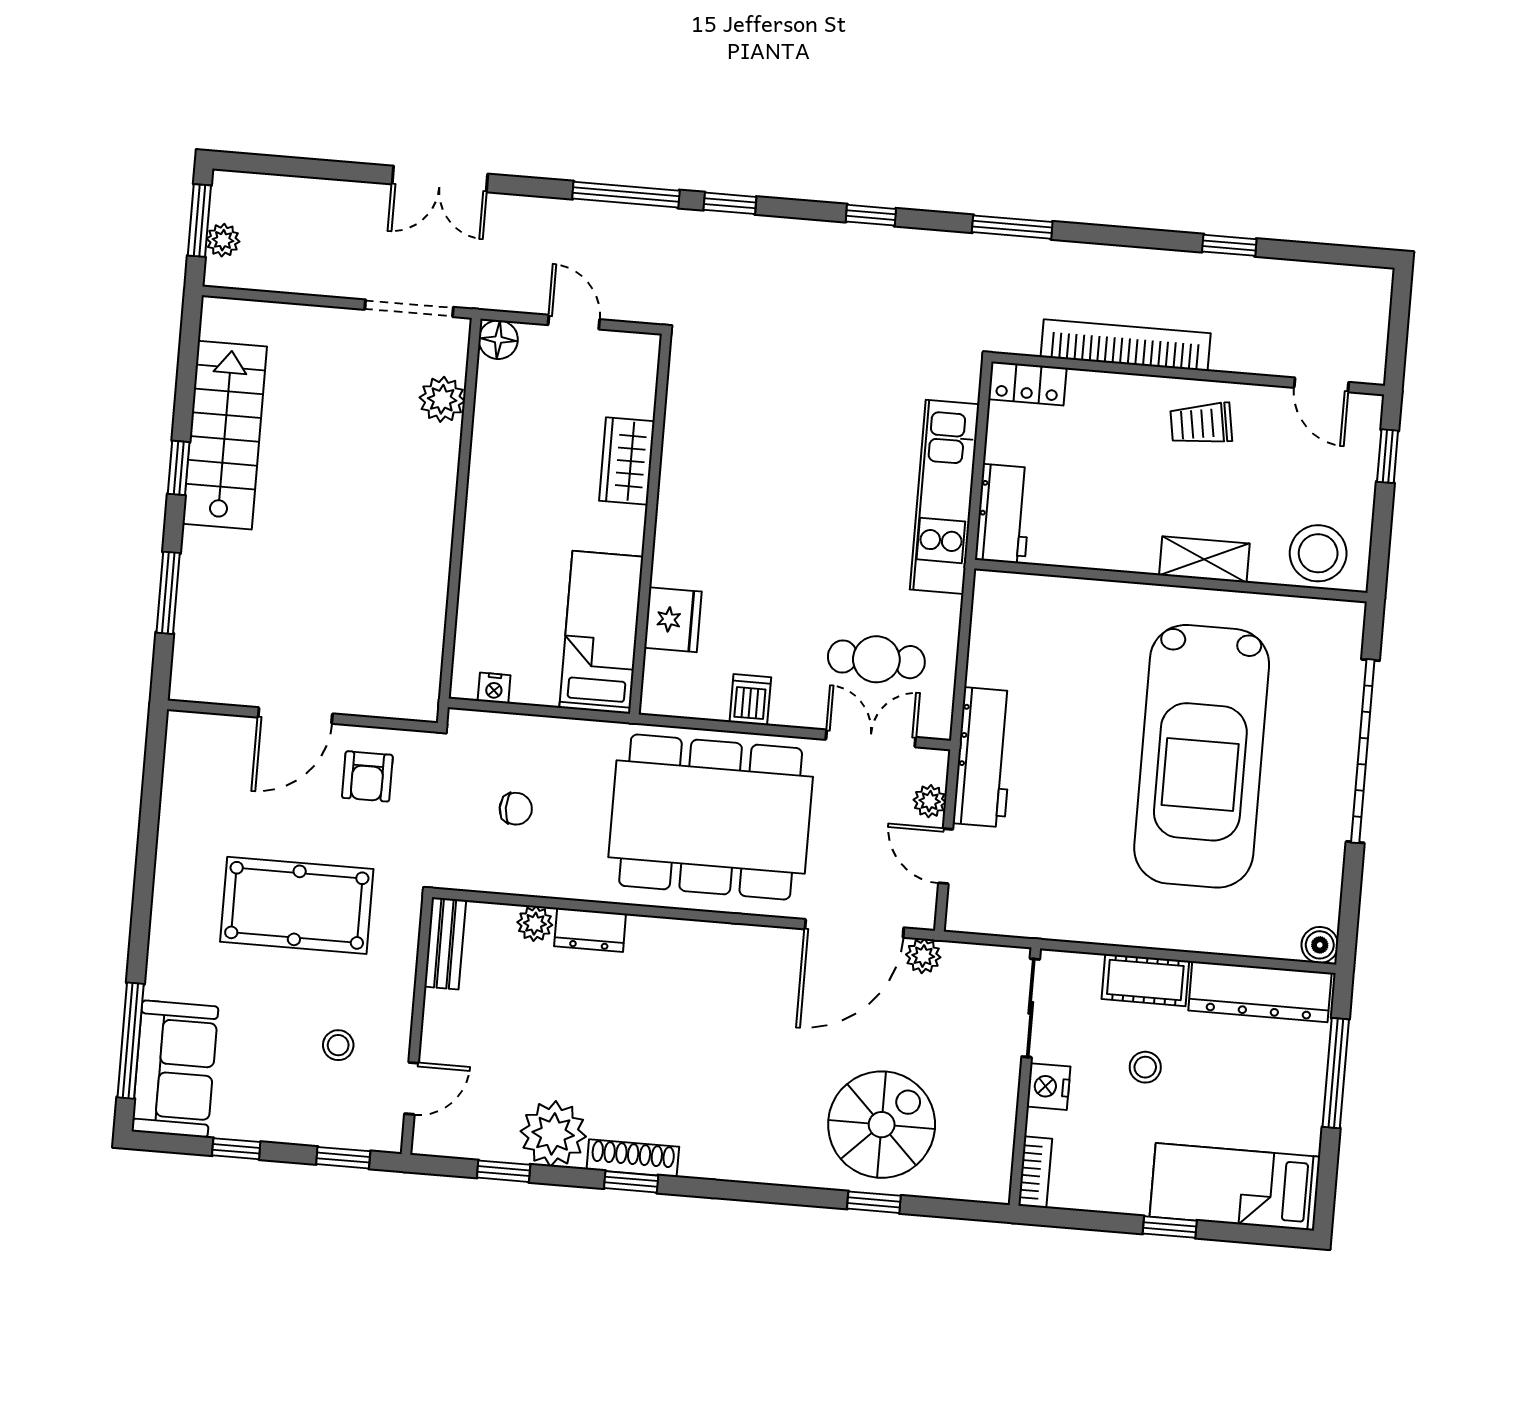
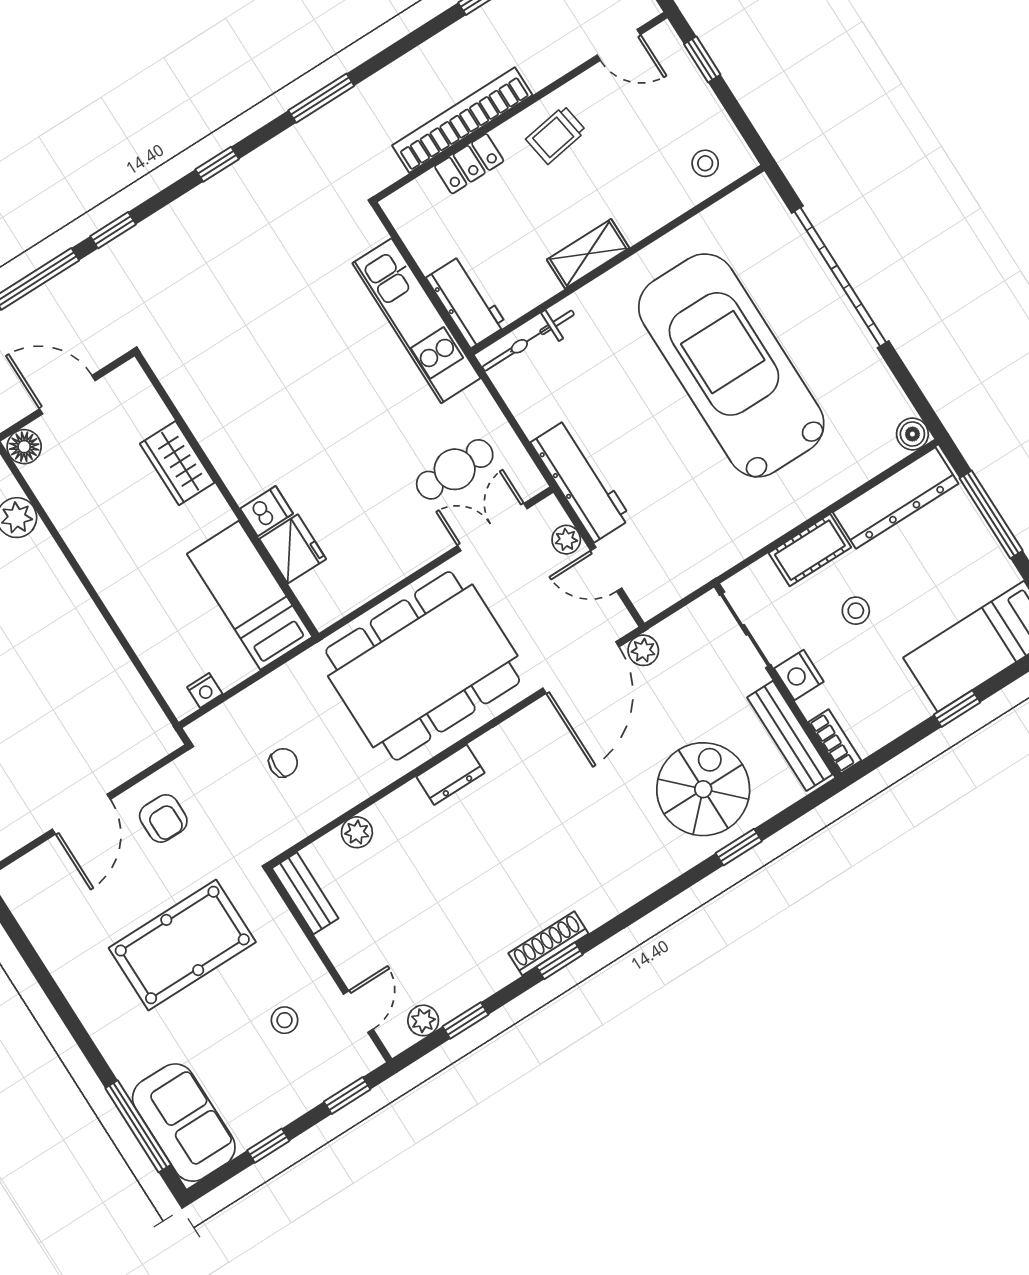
door: (574, 322) -> (67, 395), width x1.38
locker: (1027, 384) -> (469, 164), moved
stool: (1318, 553) -> (705, 163), width x0.53, depth x0.53
shelving: (1204, 559) -> (588, 254), moved
bicycle: (1033, 593) -> (528, 341), added
dishwasher: (750, 700) -> (267, 511), moved, turned 90
car: (1202, 756) -> (731, 365), turned 180
dresser: (590, 930) -> (450, 775), moved
plant: (553, 1134) -> (423, 1020), moved, width x0.53, depth x0.53
bench: (998, 1136) -> (790, 736), added

